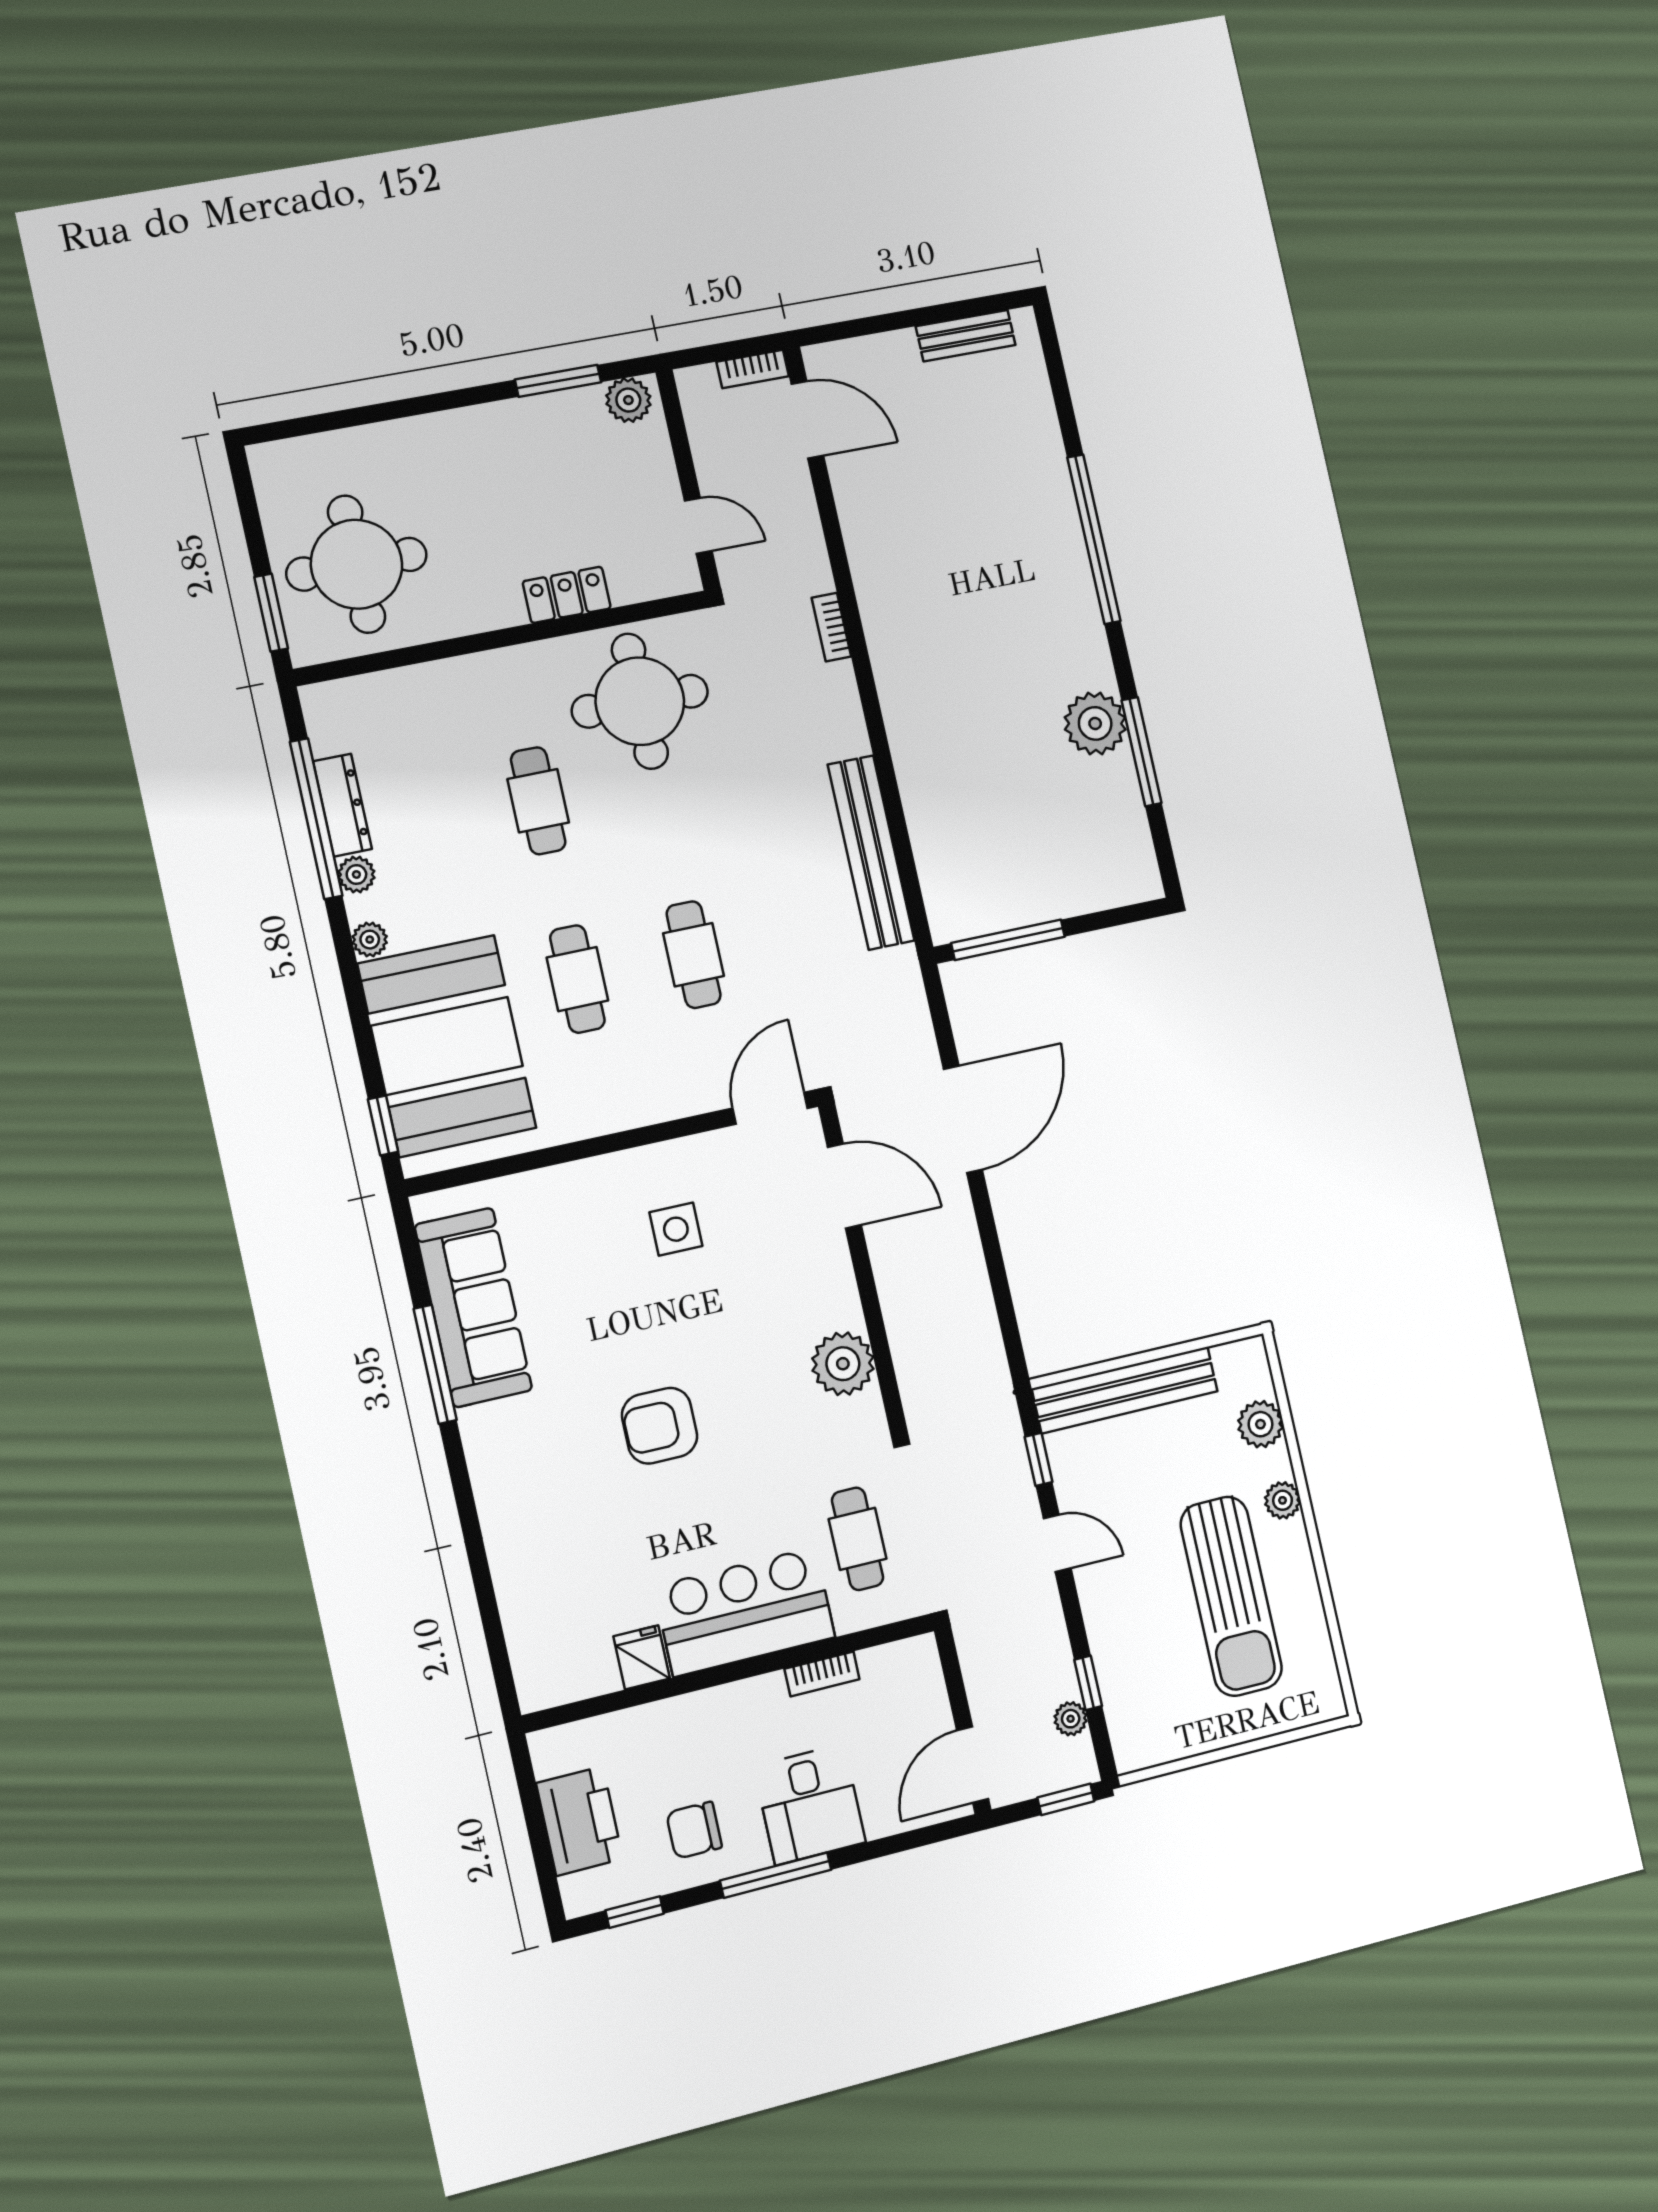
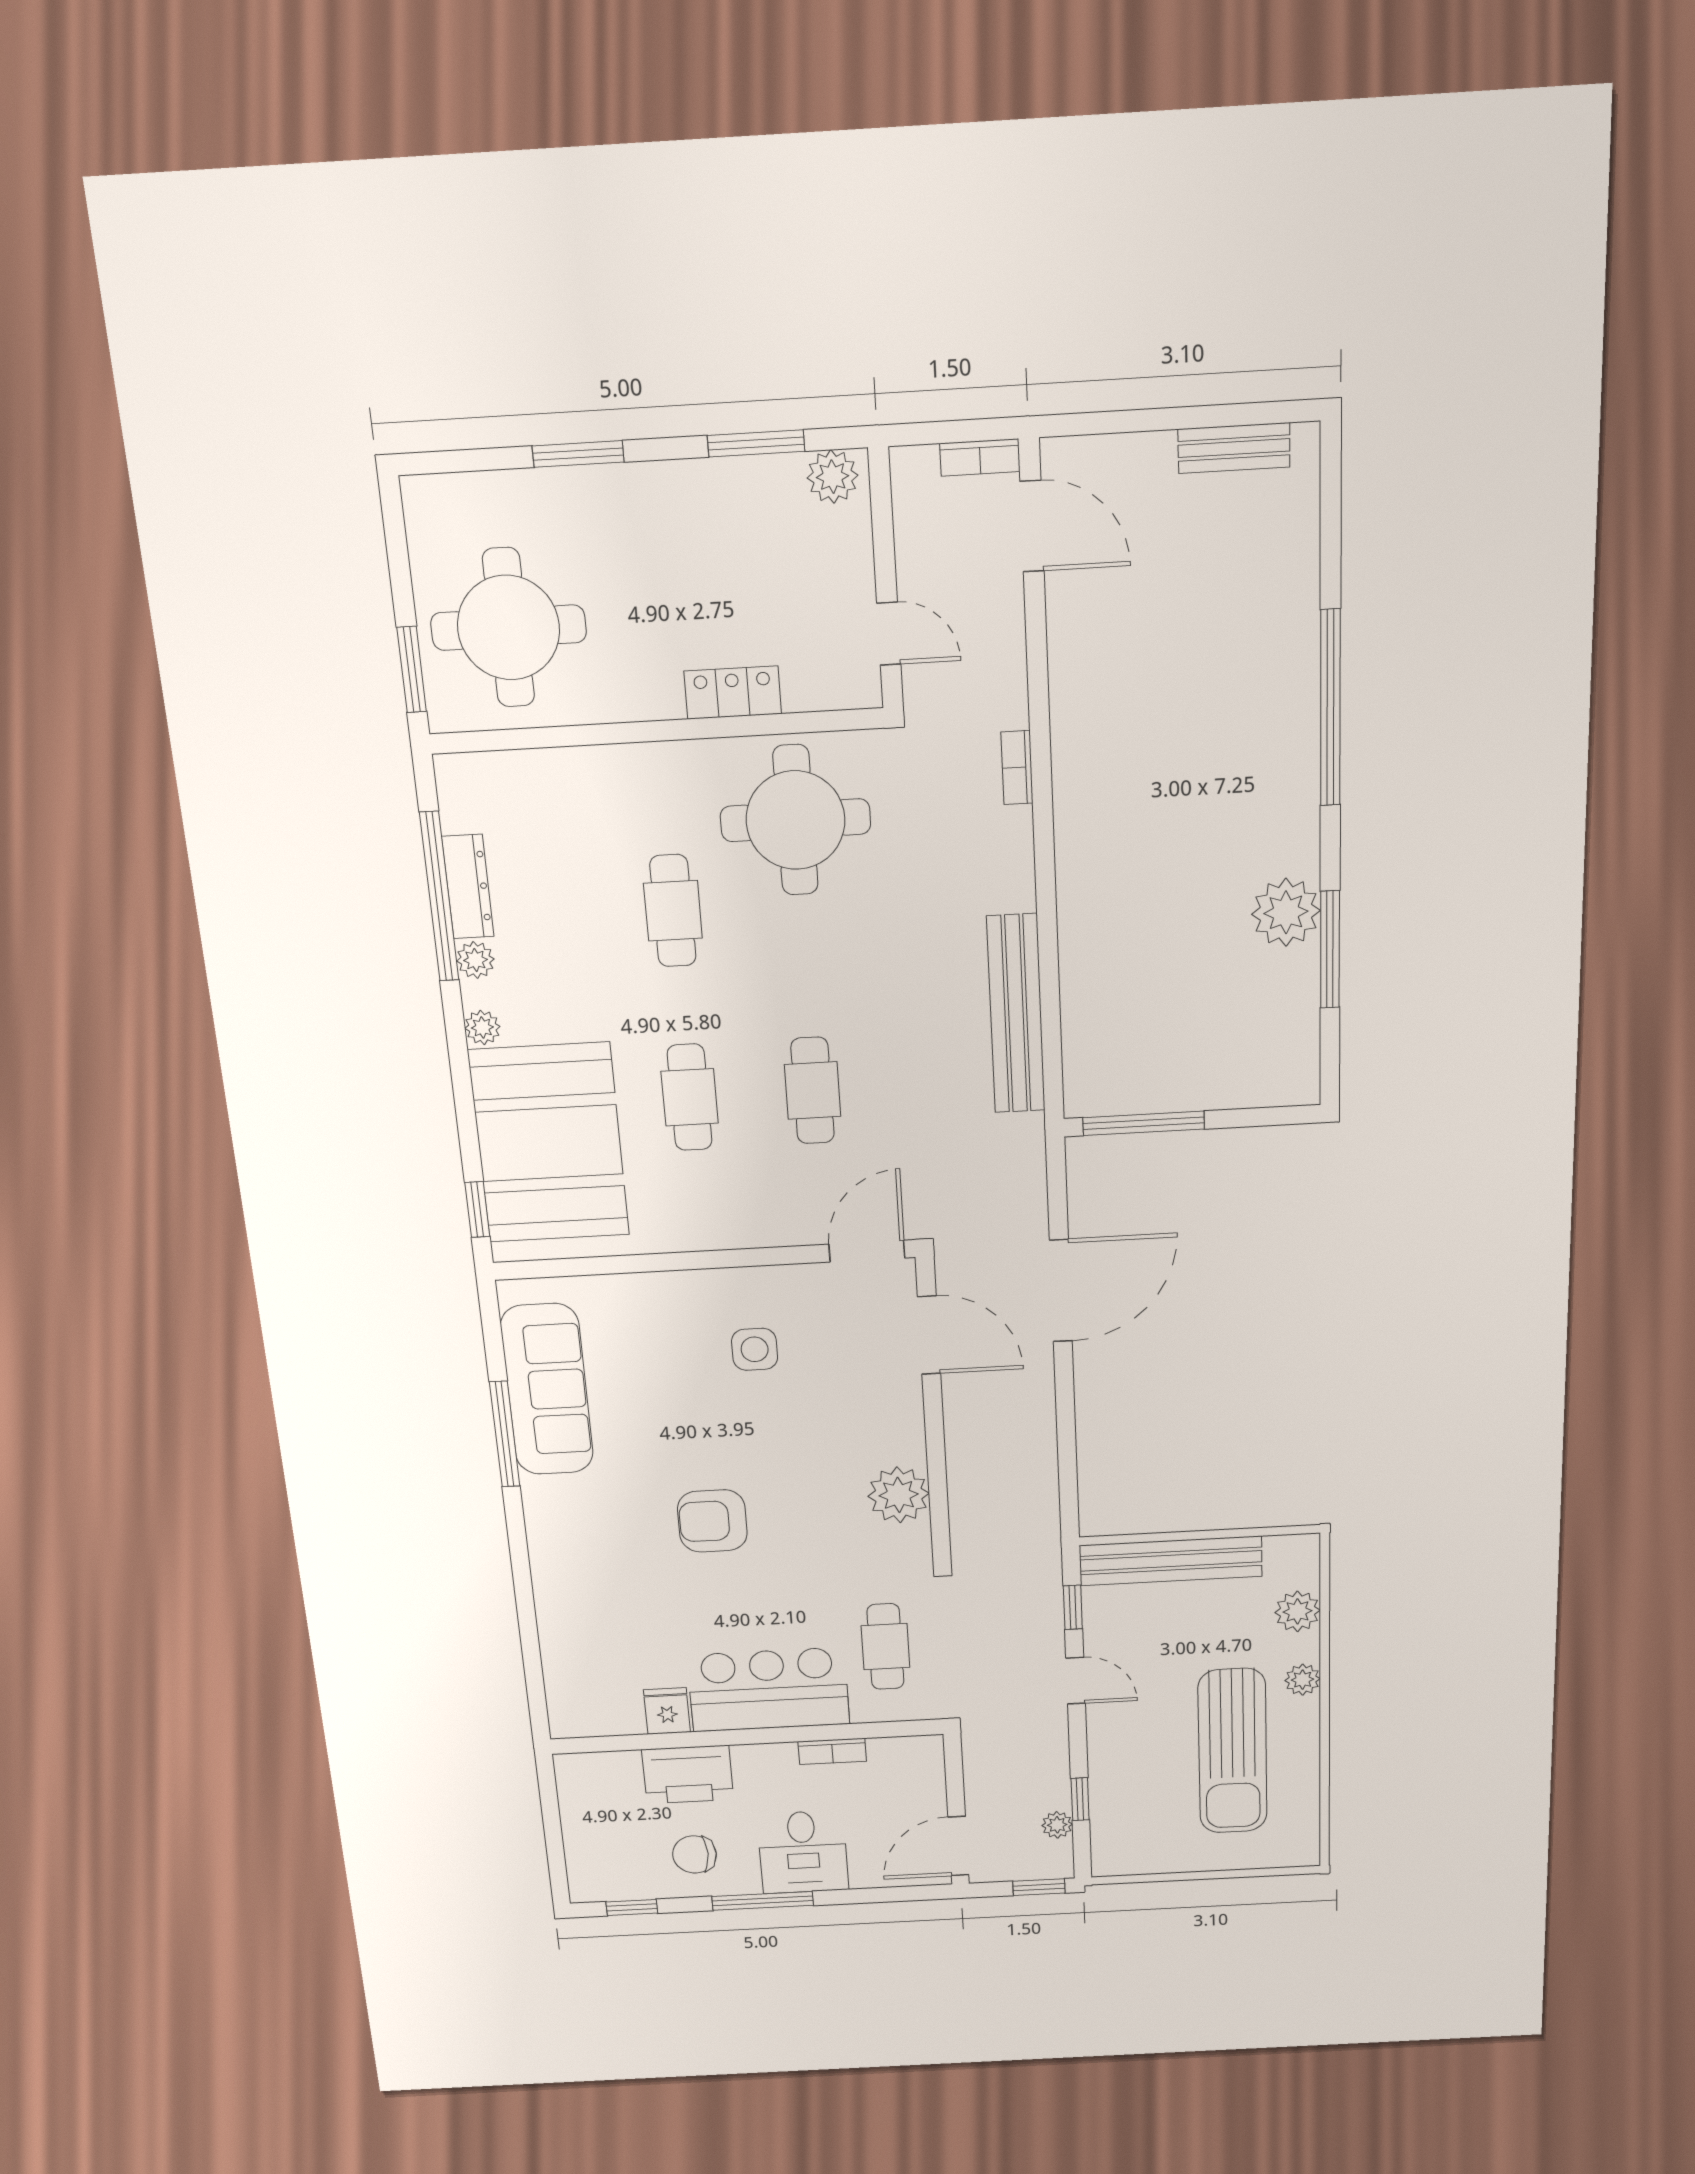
window: (403, 408) -> (578, 454), added
printer: (580, 1821) -> (688, 1775), moved, turned 90

